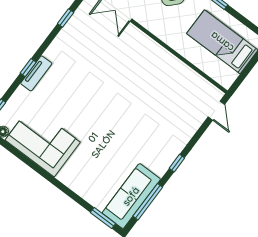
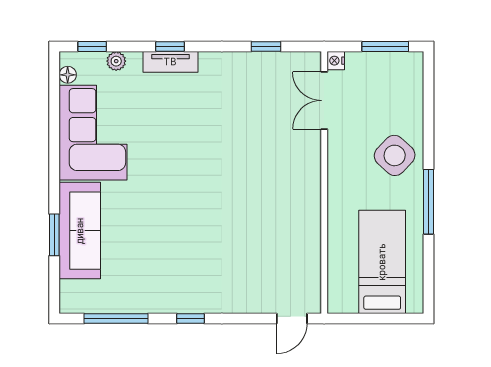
plant: (15, 101) -> (116, 61), added
sofa: (131, 196) -> (80, 231), moved, turned 90
window: (103, 218) -> (54, 235), moved

